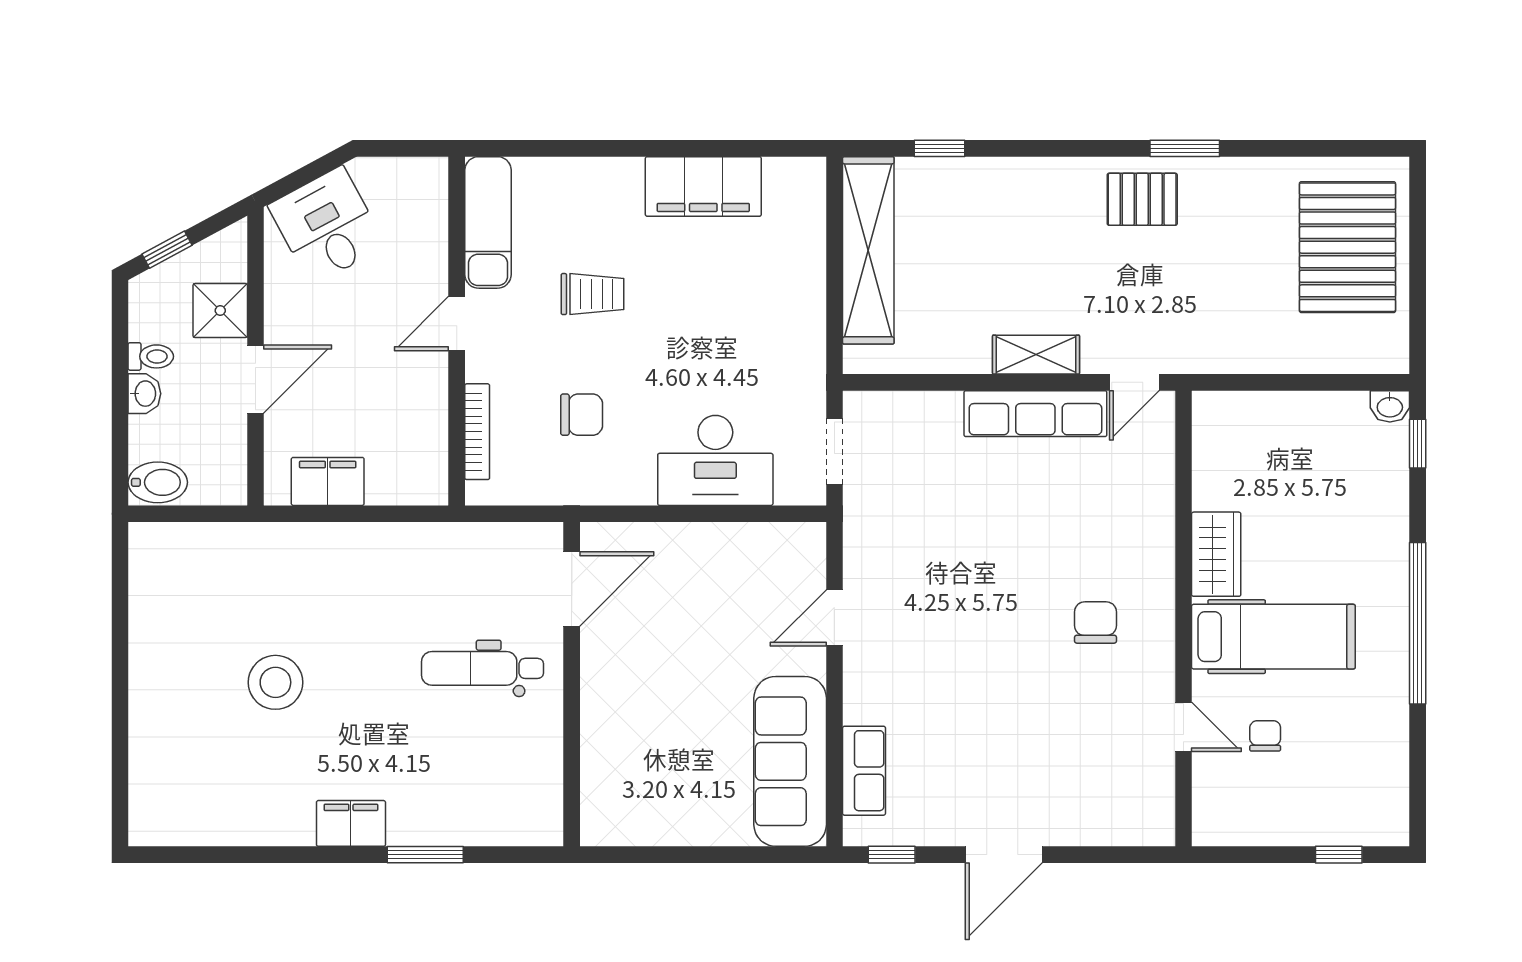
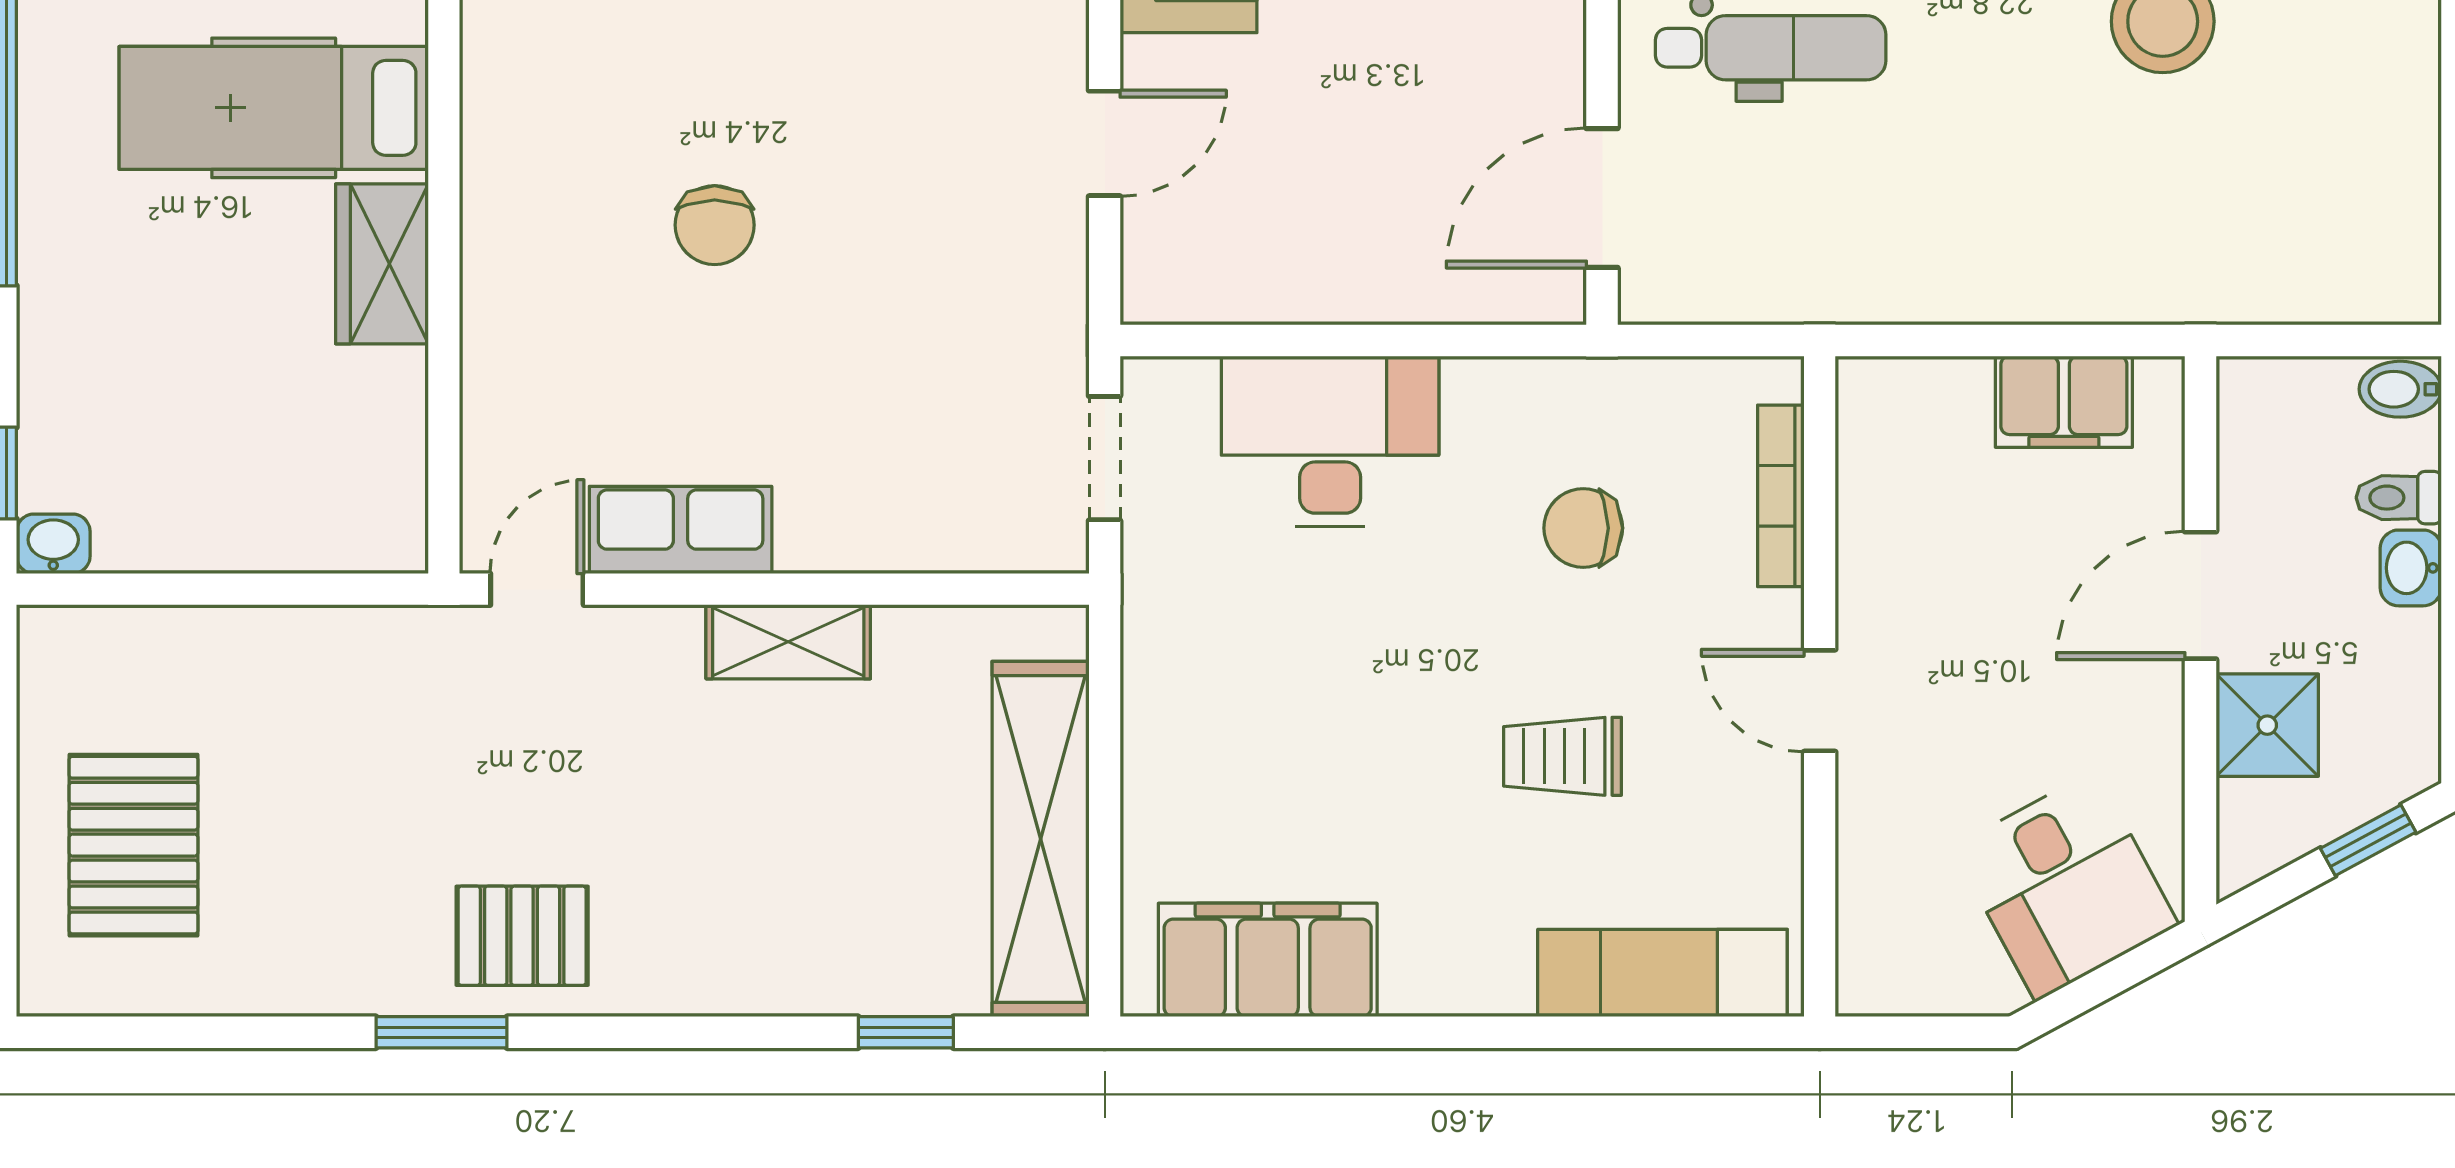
filing cabinet: (703, 186) -> (1268, 960), moved
exam couch: (488, 222) -> (1662, 973), moved, turned 90
pallet: (1347, 247) -> (133, 845), width x0.73, depth x0.71
door: (457, 323) -> (1820, 701), swing flipped
shelving: (1036, 355) -> (788, 642), moved
toilet: (151, 356) -> (2399, 498), moved
row of seats: (1035, 414) -> (681, 530), width x0.68
bidet: (158, 482) -> (2400, 389), width x0.72, depth x0.74
chair: (1095, 622) -> (715, 225), moved

